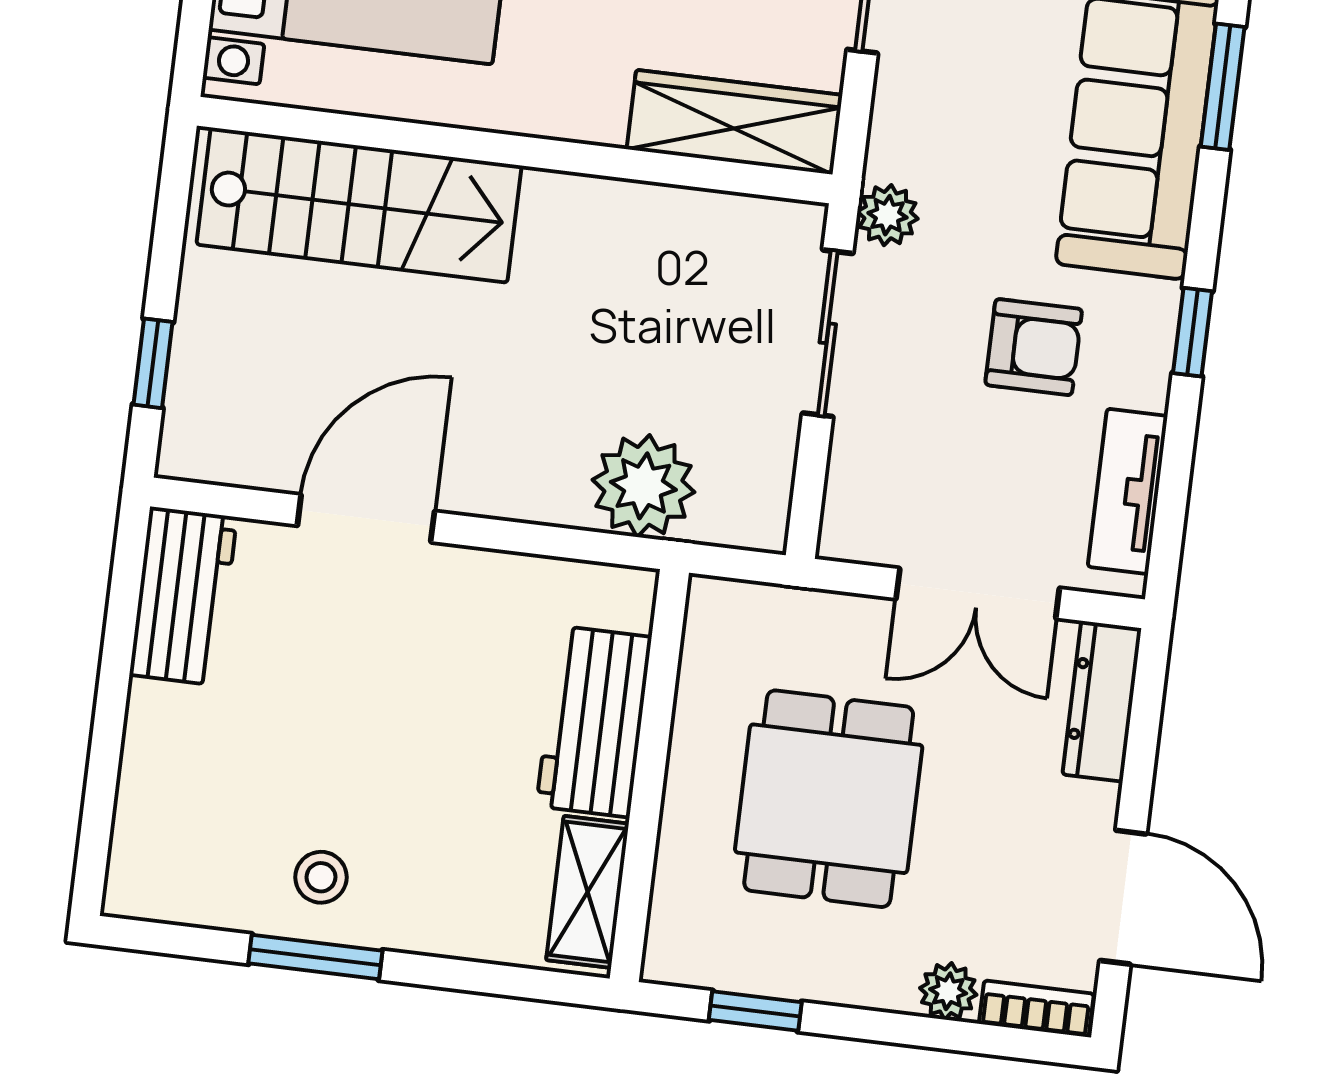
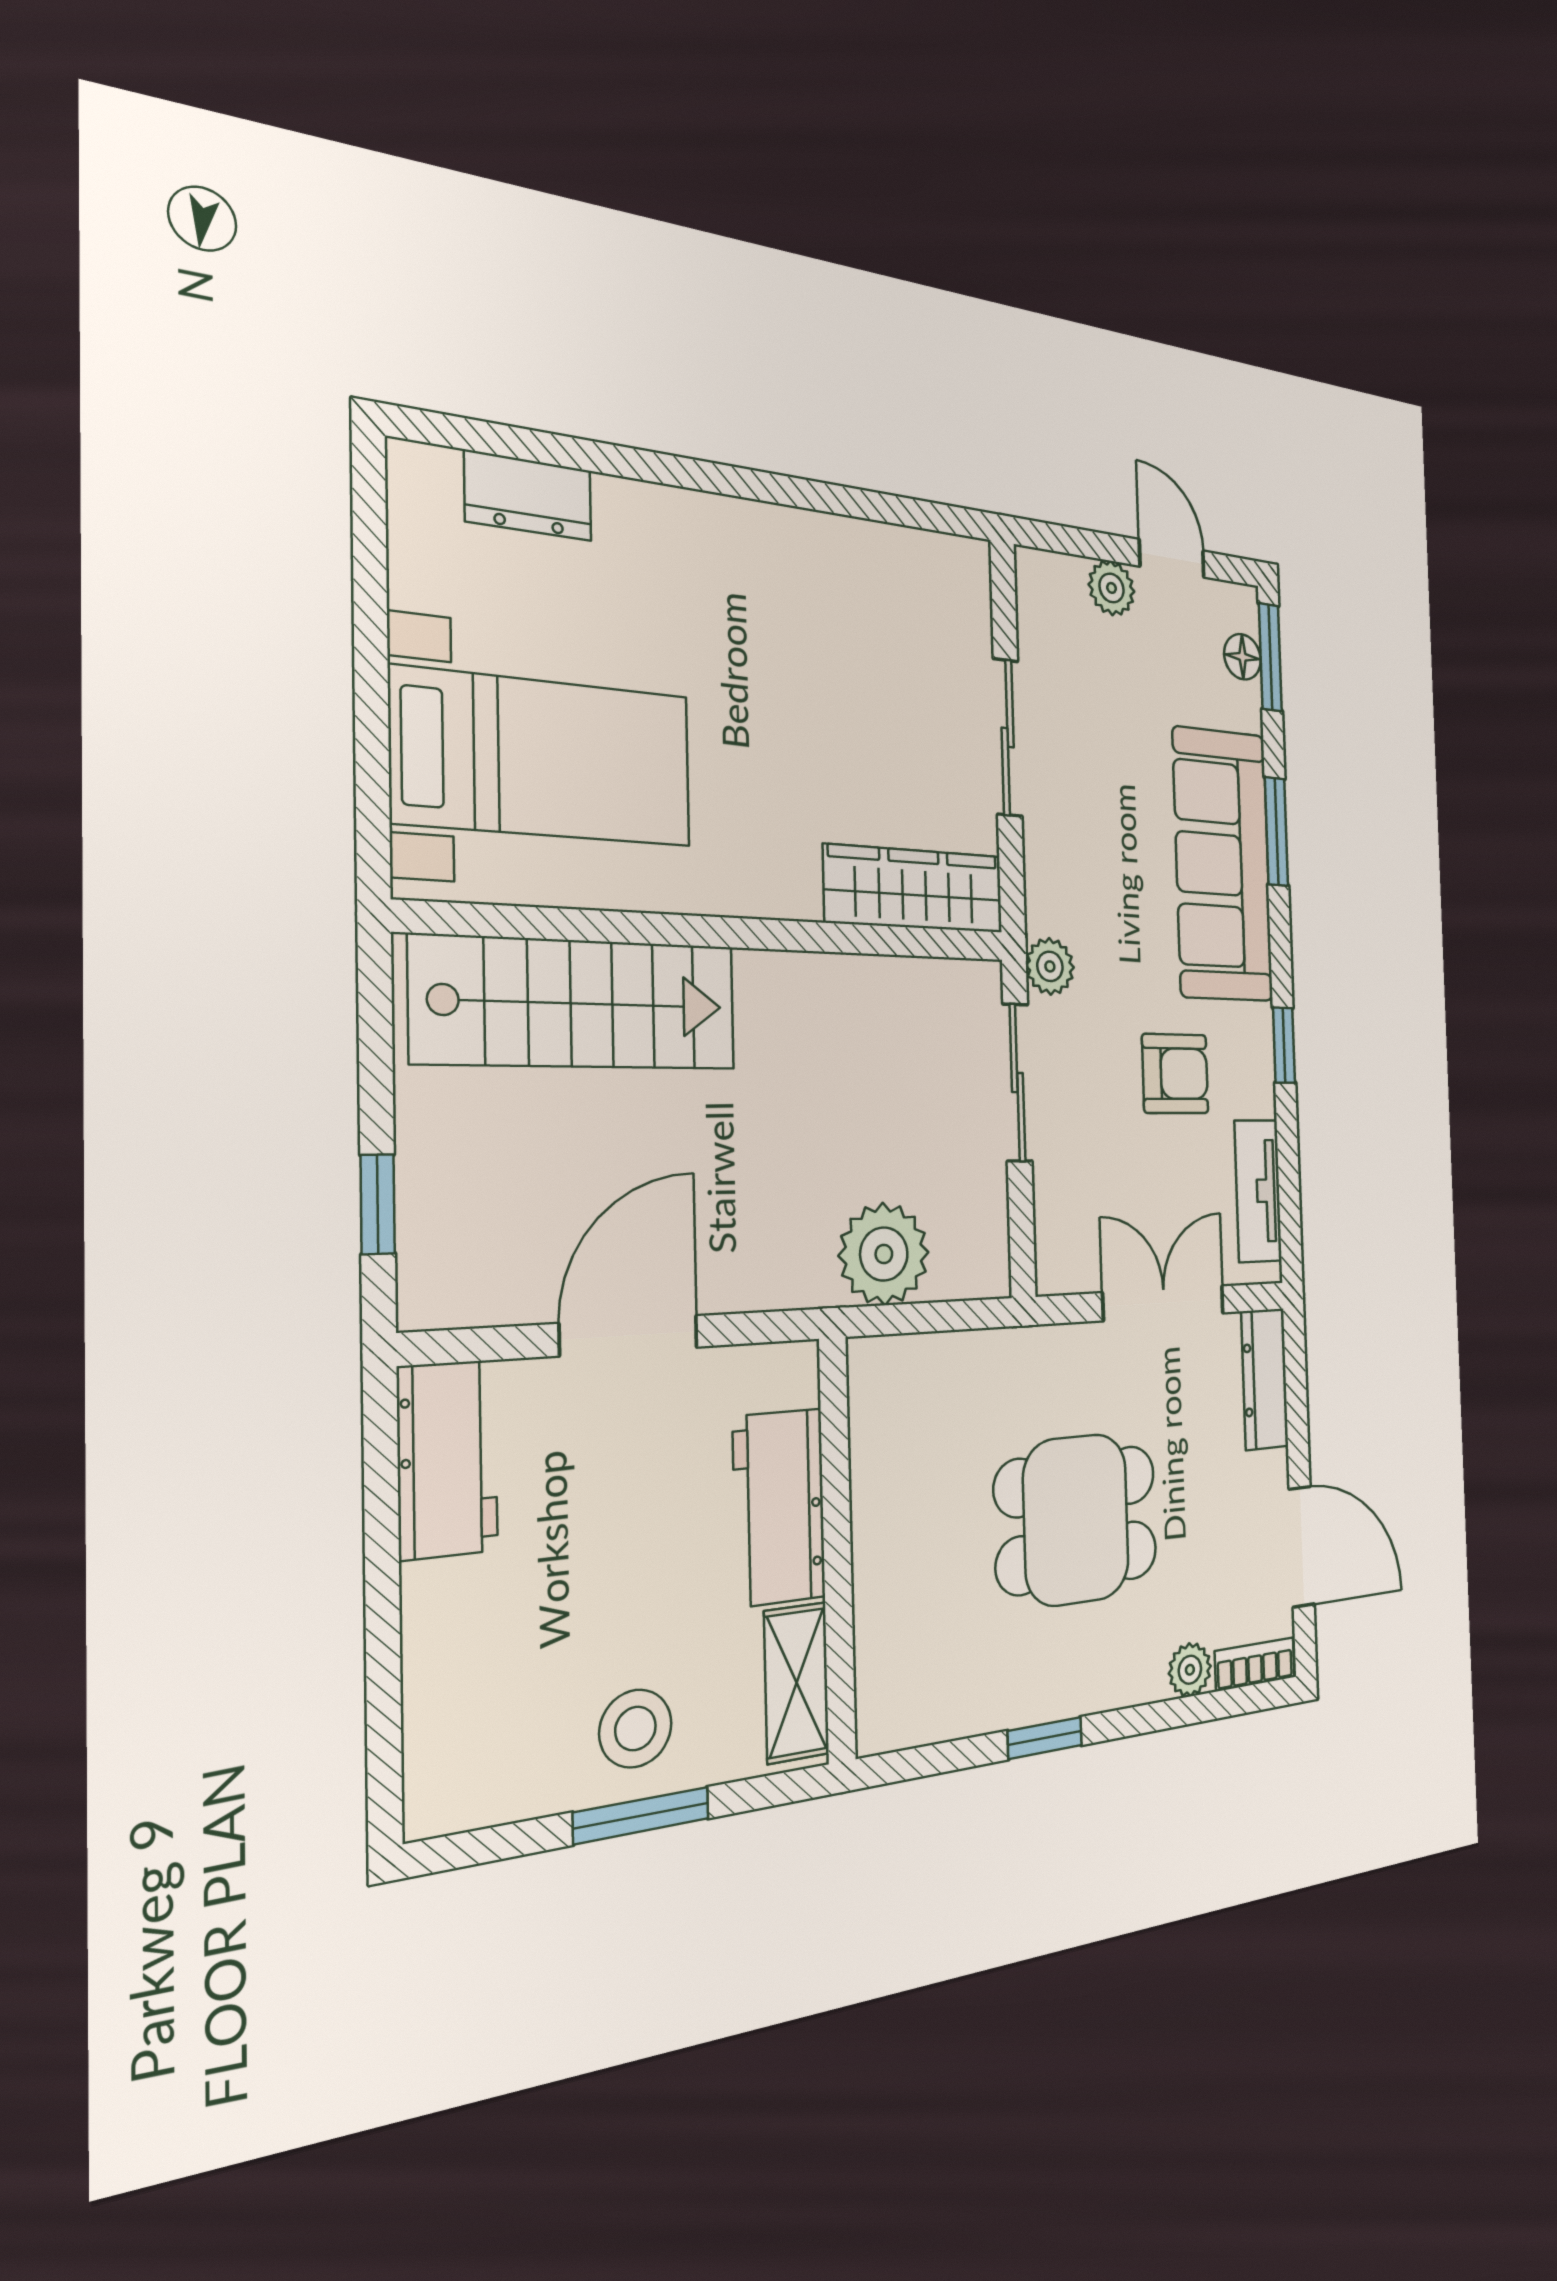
double door: (978, 593) -> (1164, 1303), swing flipped
workbench: (594, 722) -> (779, 1507), moved
wall: (649, 776) -> (837, 1549), moved
dining table: (829, 799) -> (1076, 1520), turned 90
stool: (321, 877) -> (635, 1729), width x1.37, depth x1.37
shelving: (587, 892) -> (797, 1683), moved

